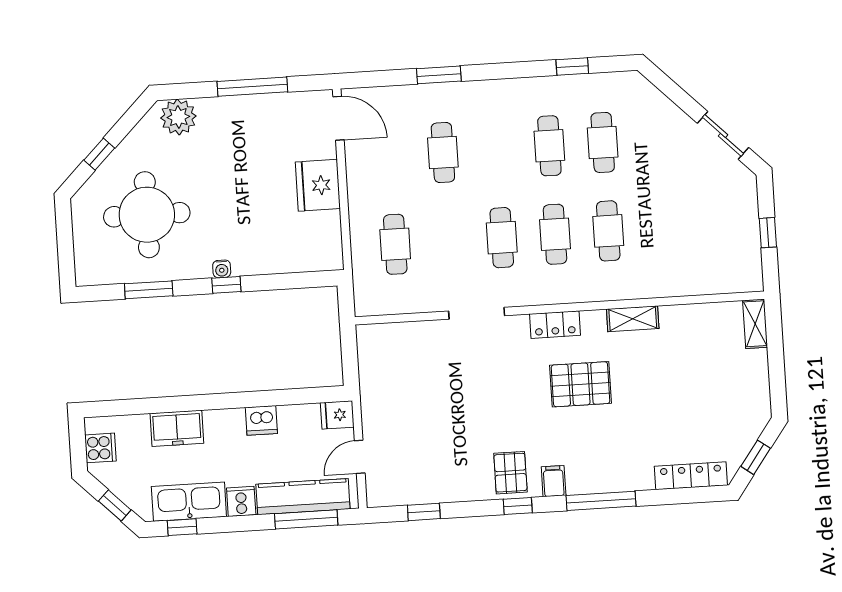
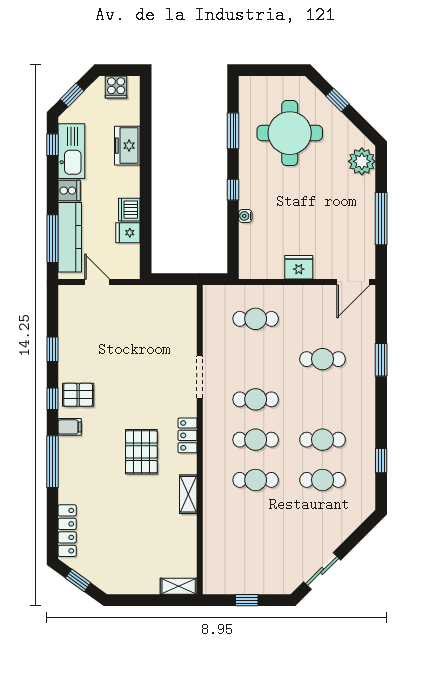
fridge: (318, 185) -> (299, 267), width x0.73, depth x0.75
water cooler: (222, 269) -> (245, 216), moved
fridge: (337, 415) -> (128, 233), moved, turned -90
window: (424, 512) -> (53, 349), moved

